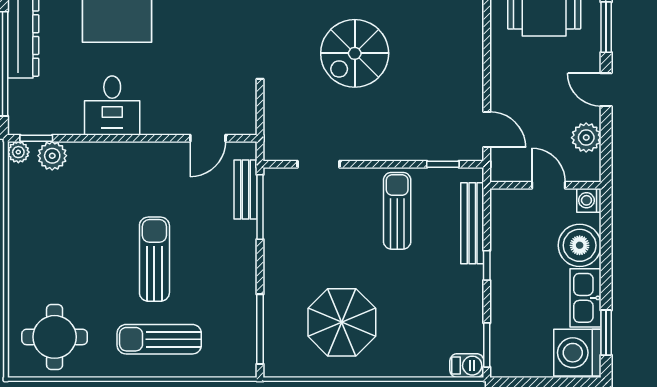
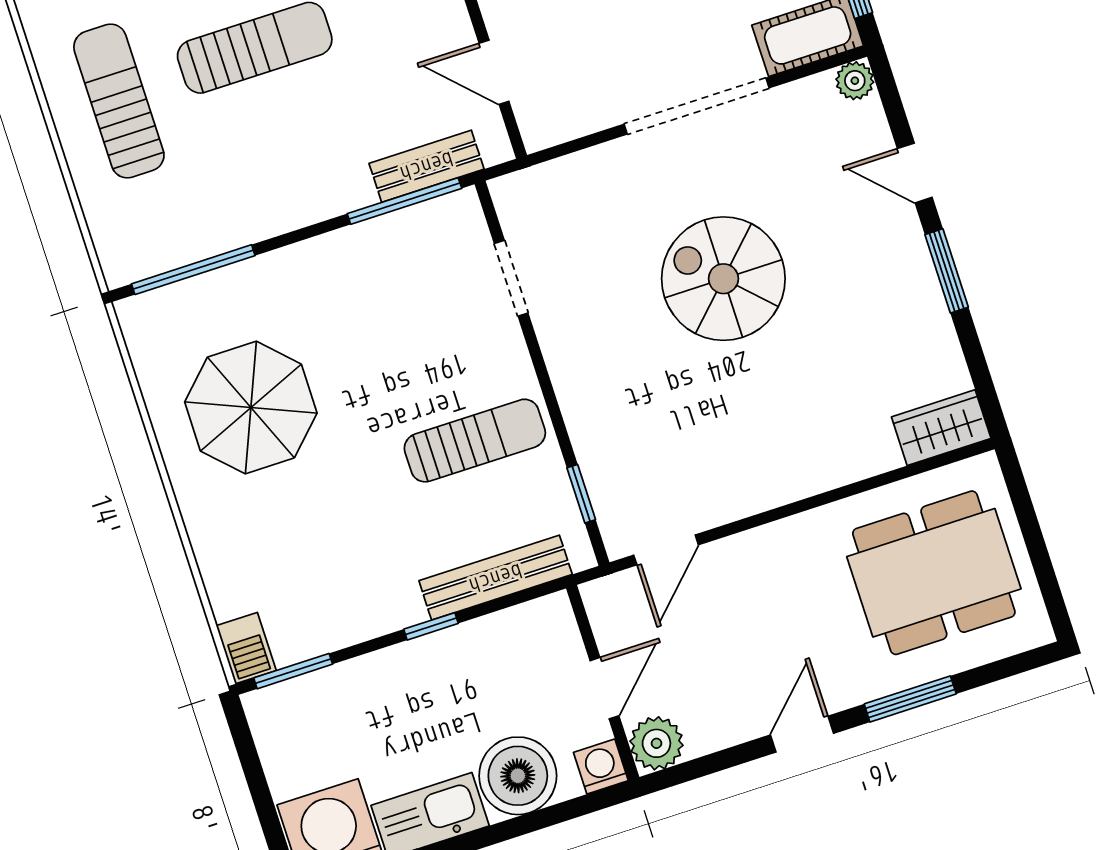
plant: (586, 138) -> (656, 743), moved

